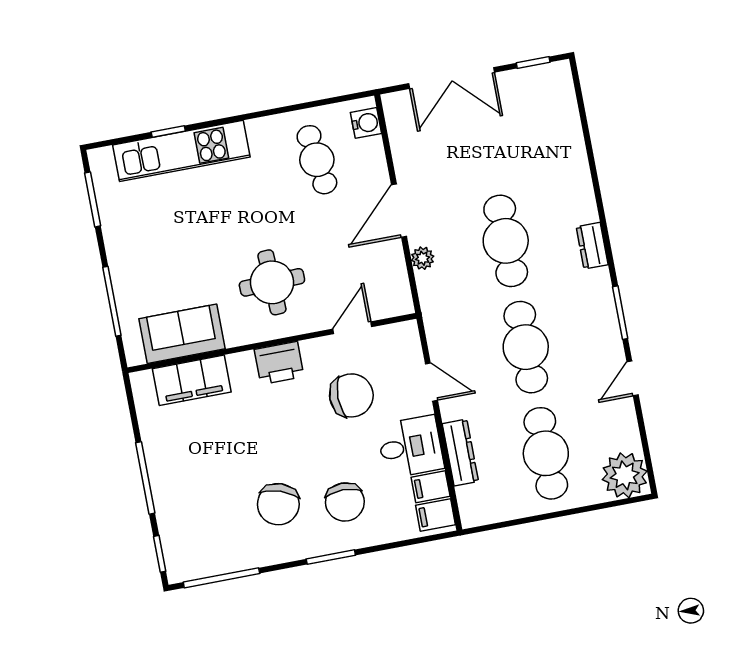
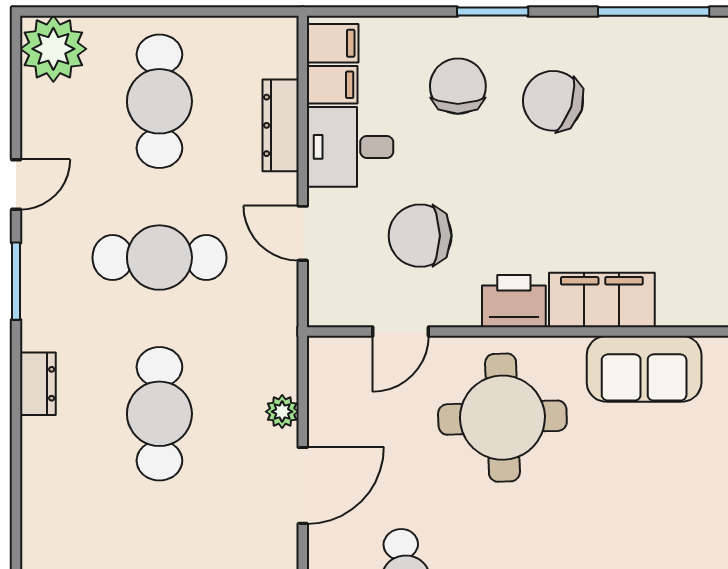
round table: (272, 282) -> (502, 418), width x1.36, depth x1.36
cafe table: (526, 347) -> (159, 258), turned 90
filing cabinet: (192, 380) -> (602, 300), moved
chair: (278, 504) -> (553, 101), turned -91

